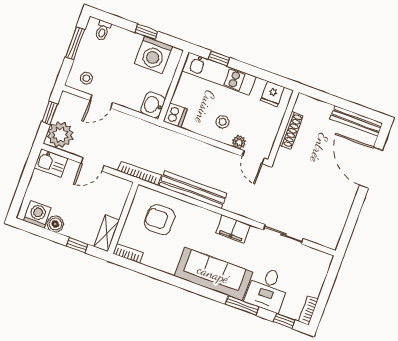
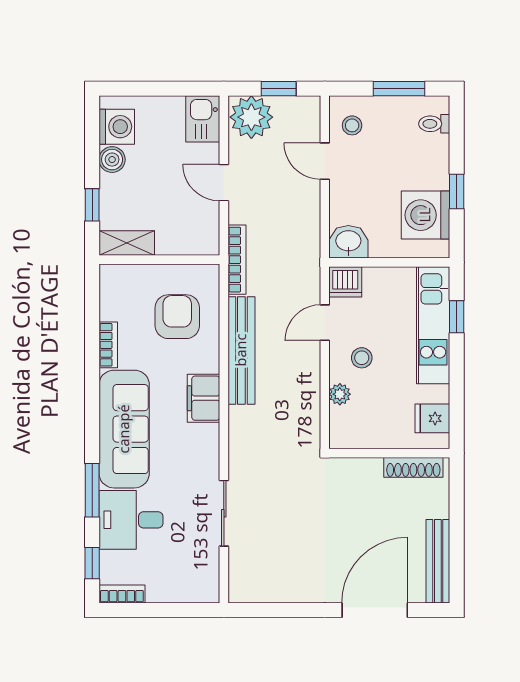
shoe rack: (291, 130) -> (413, 467), moved
door: (253, 157) -> (325, 323), moved
filing cabinet: (233, 229) -> (204, 398), moved
bookcase: (128, 253) -> (108, 345), moved

